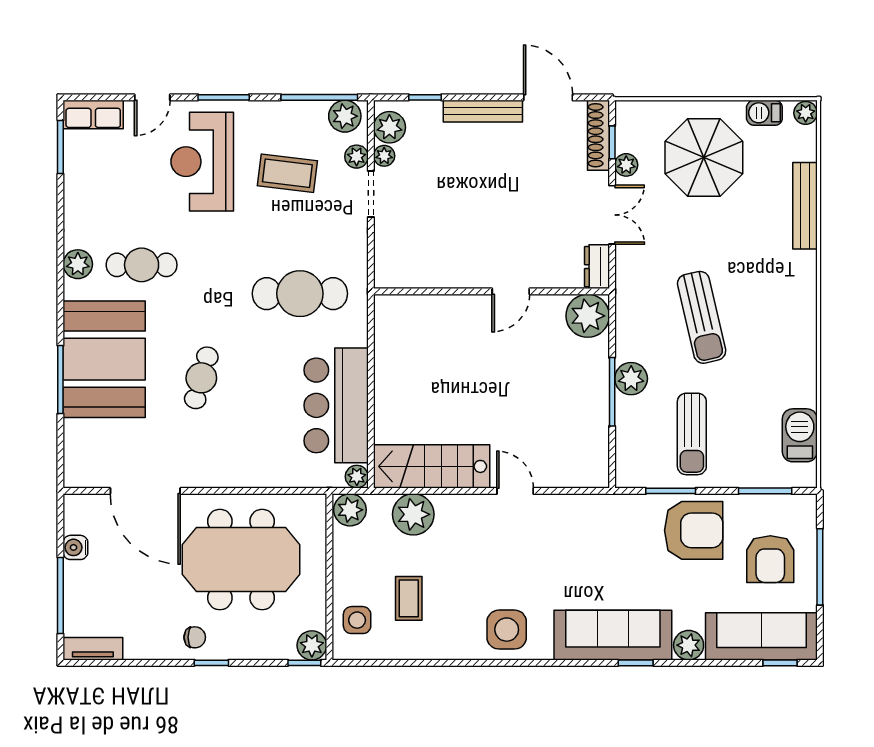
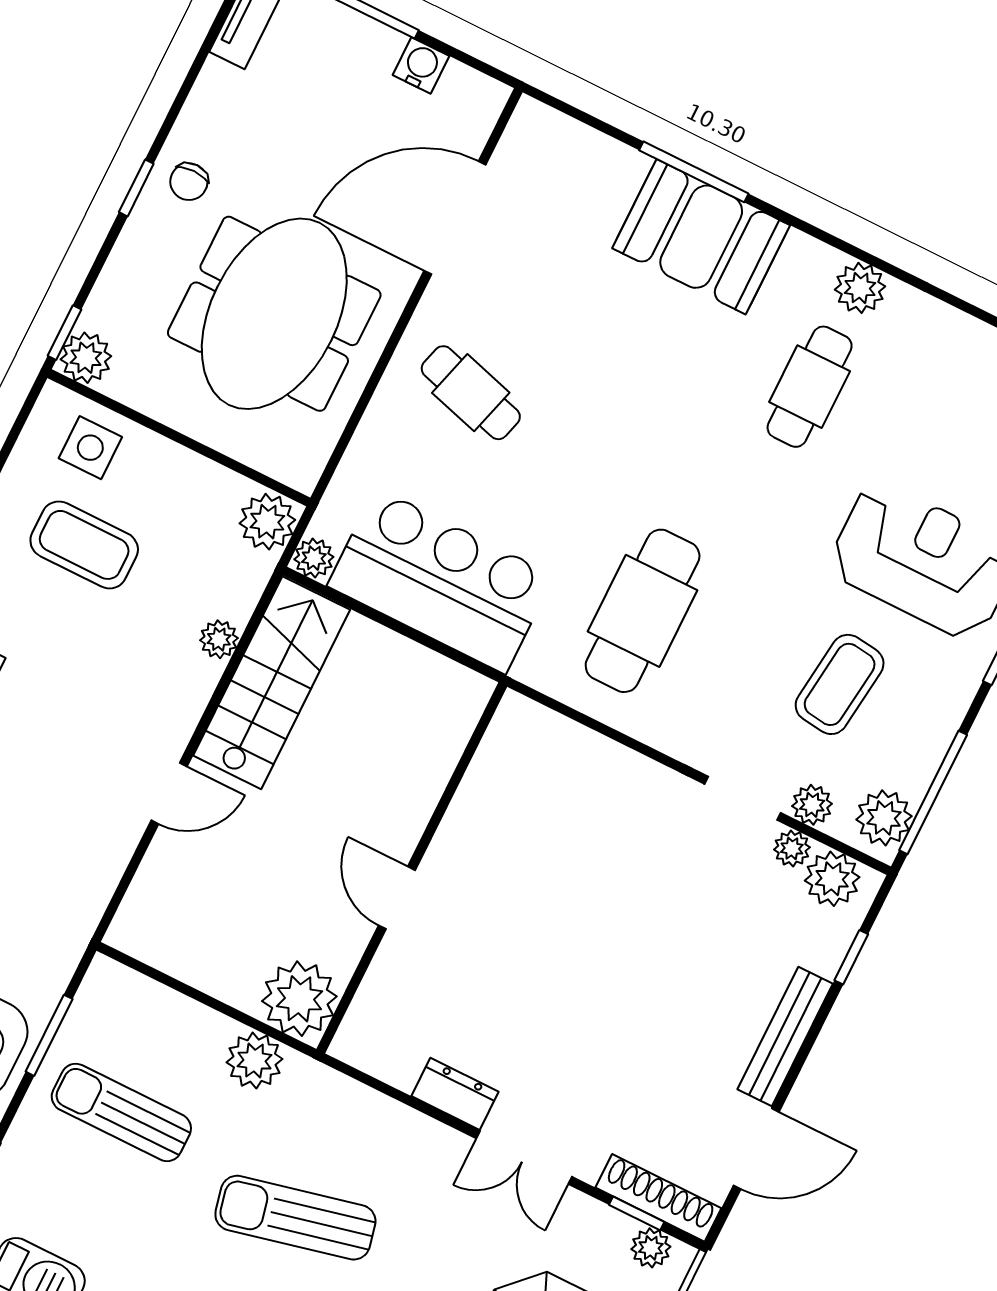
plant: (626, 165) -> (651, 1248), moved
wall: (491, 291) -> (412, 868), moved
door: (511, 291) -> (397, 898), moved
plant: (588, 316) -> (299, 999), moved
booth: (104, 359) -> (701, 237), width x0.73, depth x0.70
cafe table: (201, 378) -> (471, 393), moved
window: (612, 392) -> (249, 1021), removed
plant: (413, 514) -> (219, 639), width x0.53, depth x0.53
coffee table: (409, 598) -> (84, 545), width x1.36, depth x1.30

